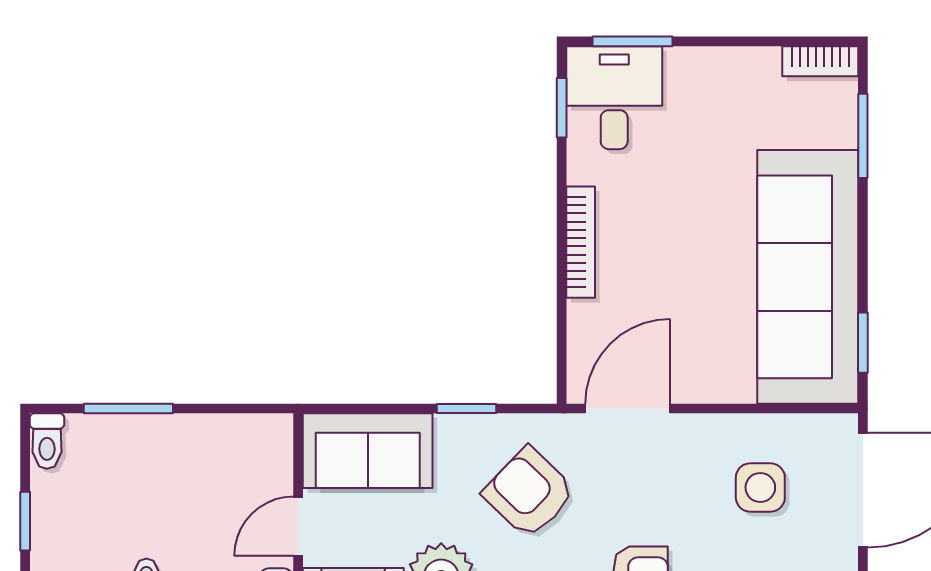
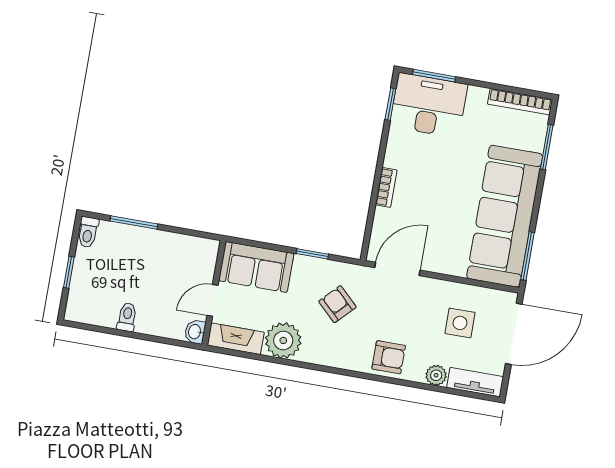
bookcase: (820, 61) -> (520, 102), width x1.56
desk: (614, 98) -> (429, 105), width x1.37
bookcase: (581, 242) -> (386, 187), width x0.64
window: (863, 343) -> (528, 256), width x1.50
armchair: (529, 493) -> (337, 304), width x0.72, depth x0.72

